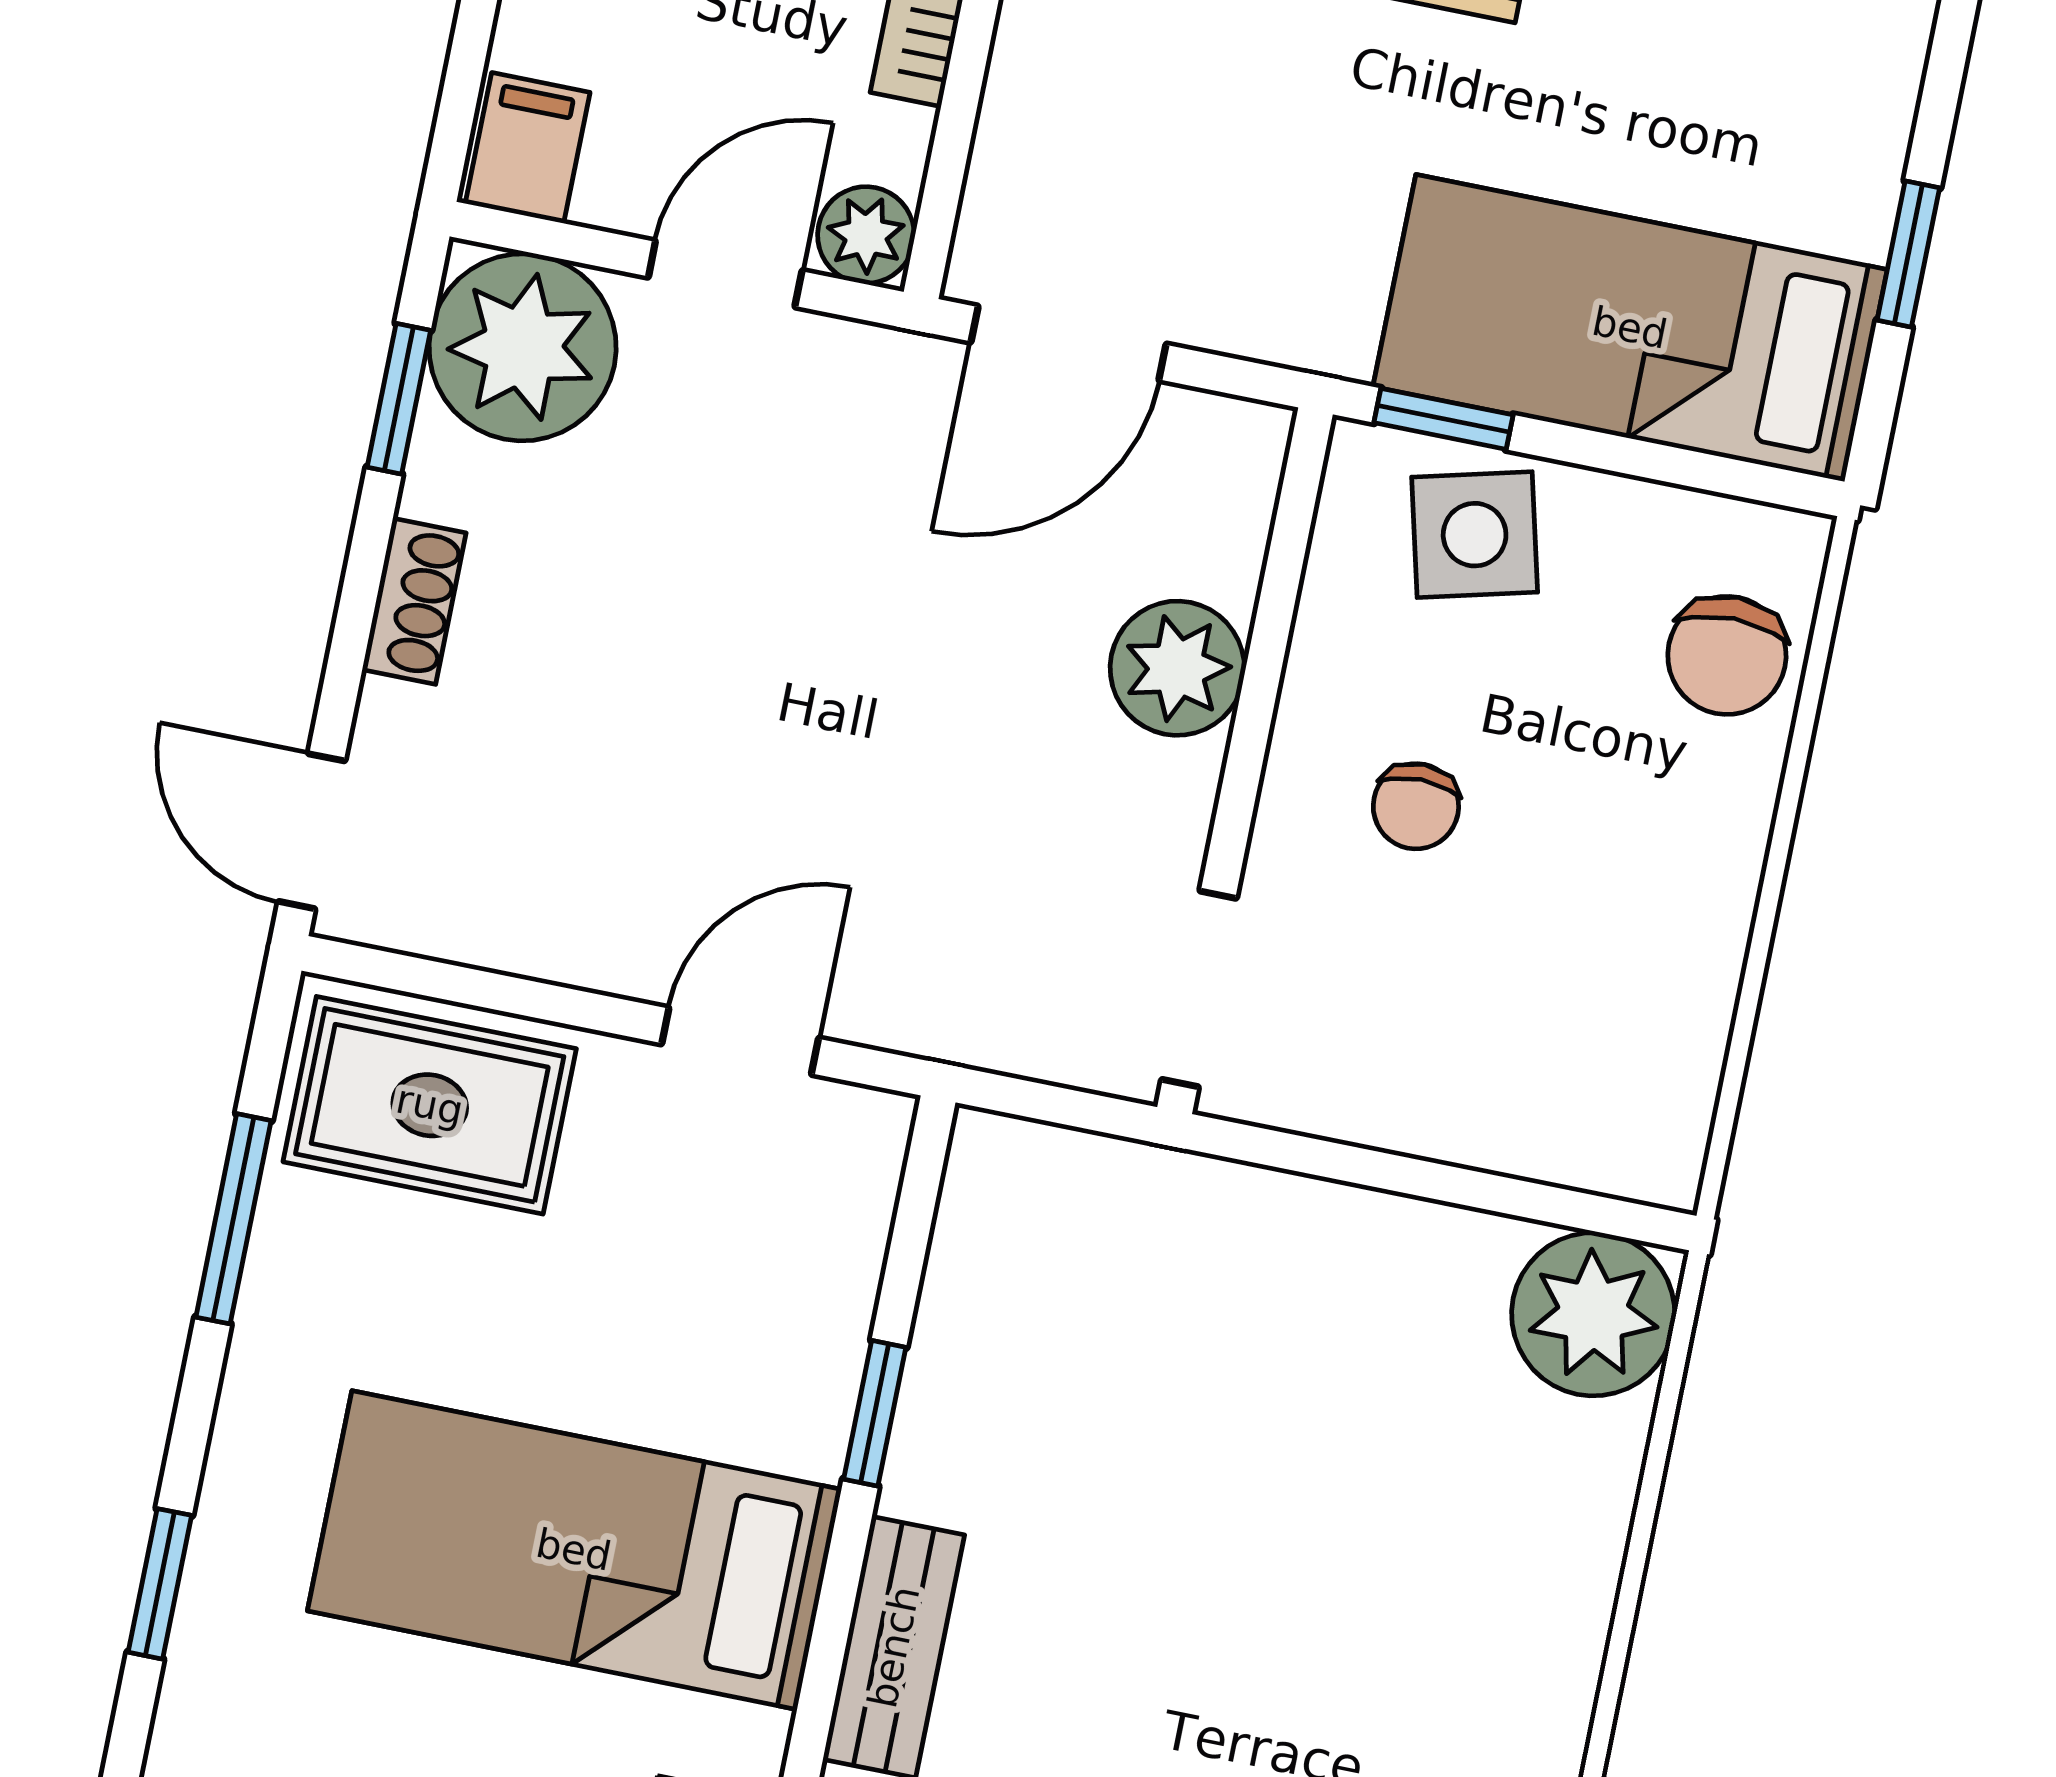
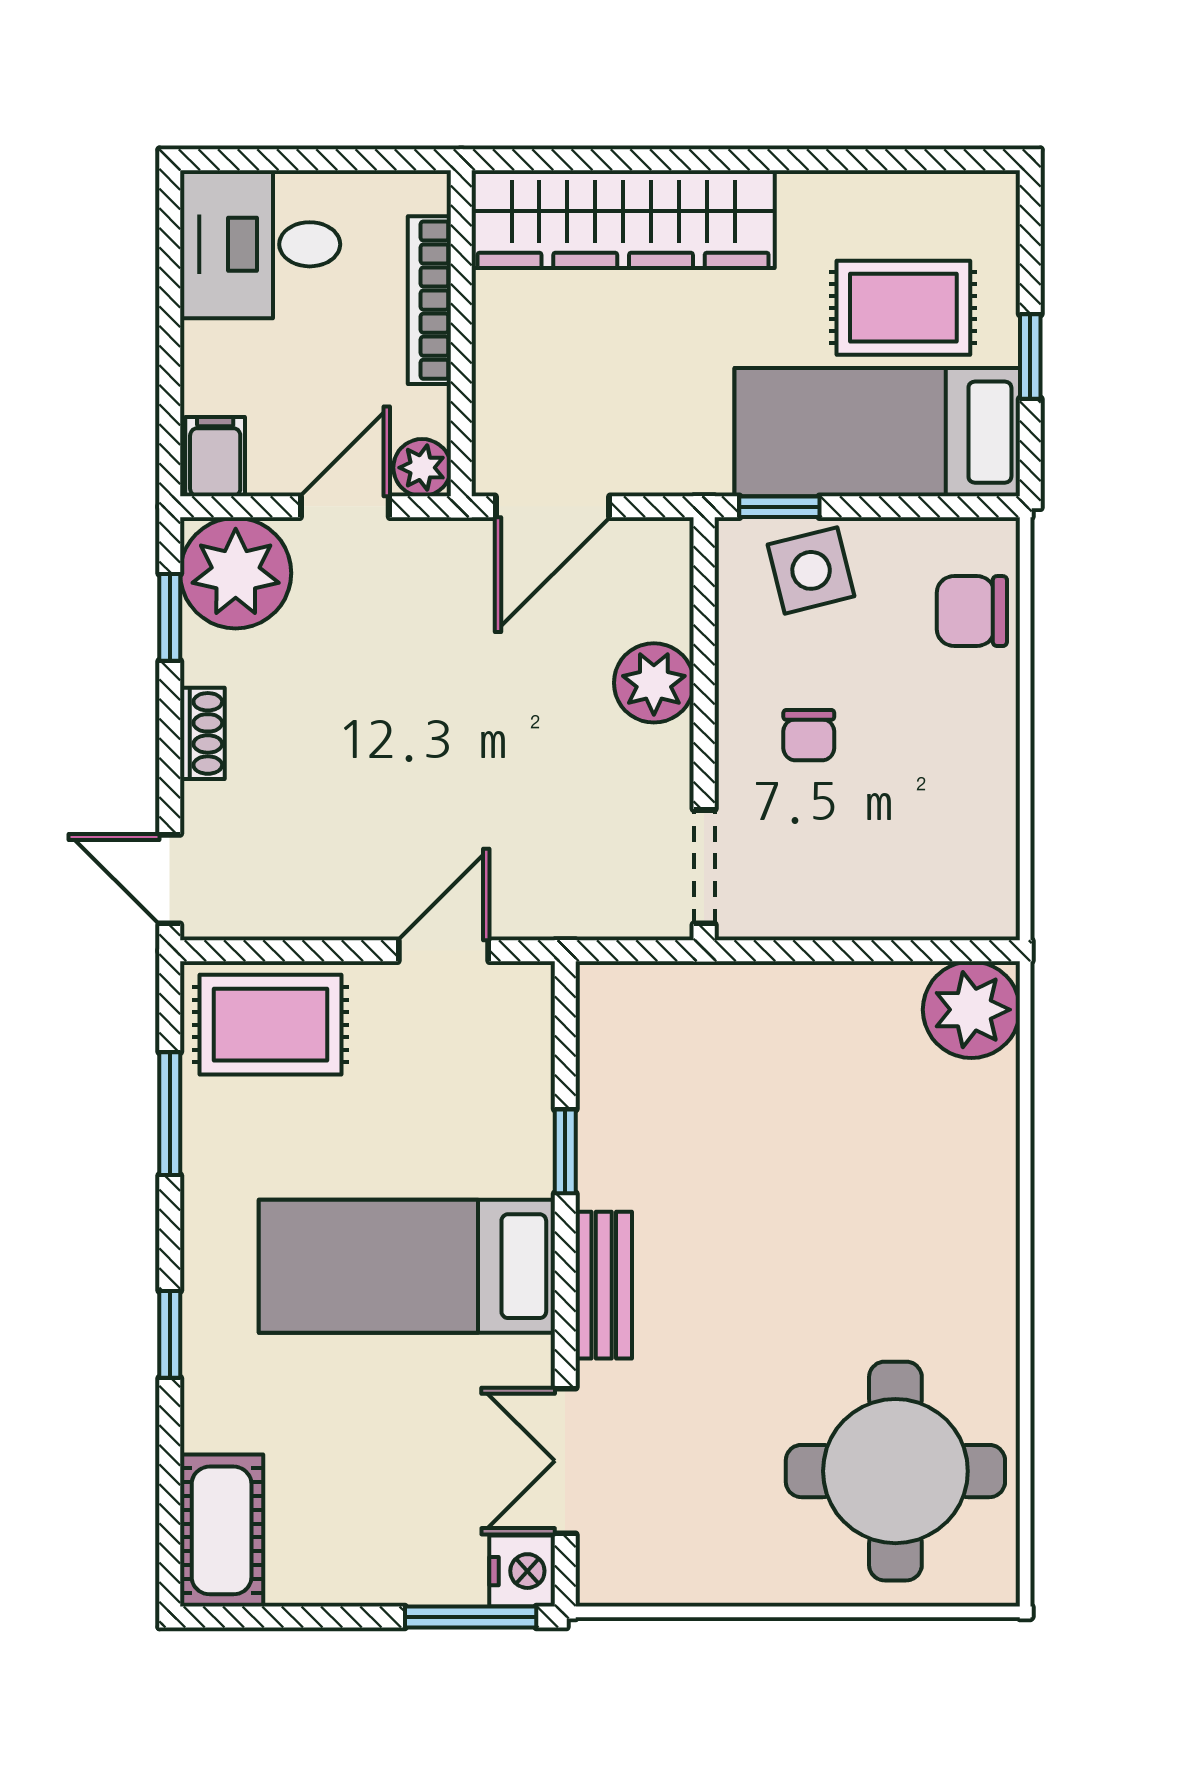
rug: (1715, 131) -> (903, 308), added
chair: (1727, 655) -> (972, 611), turned 90

